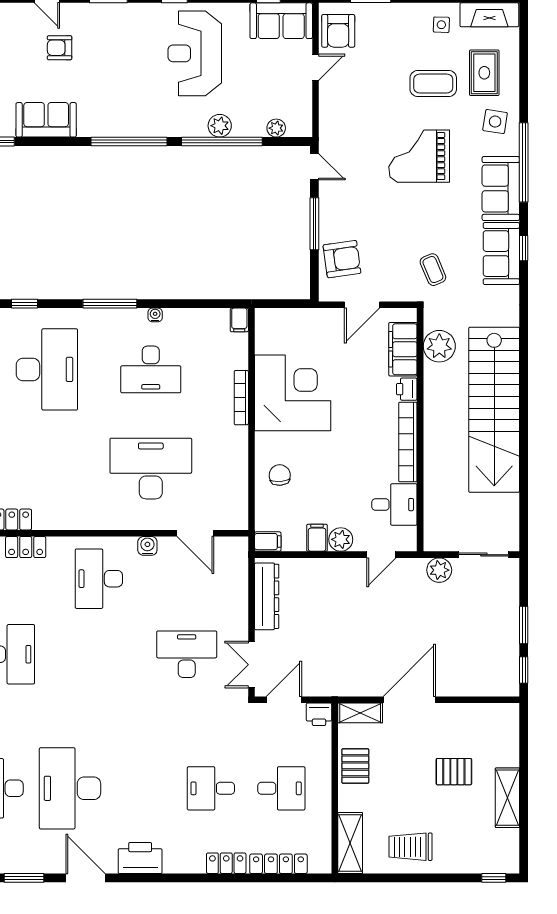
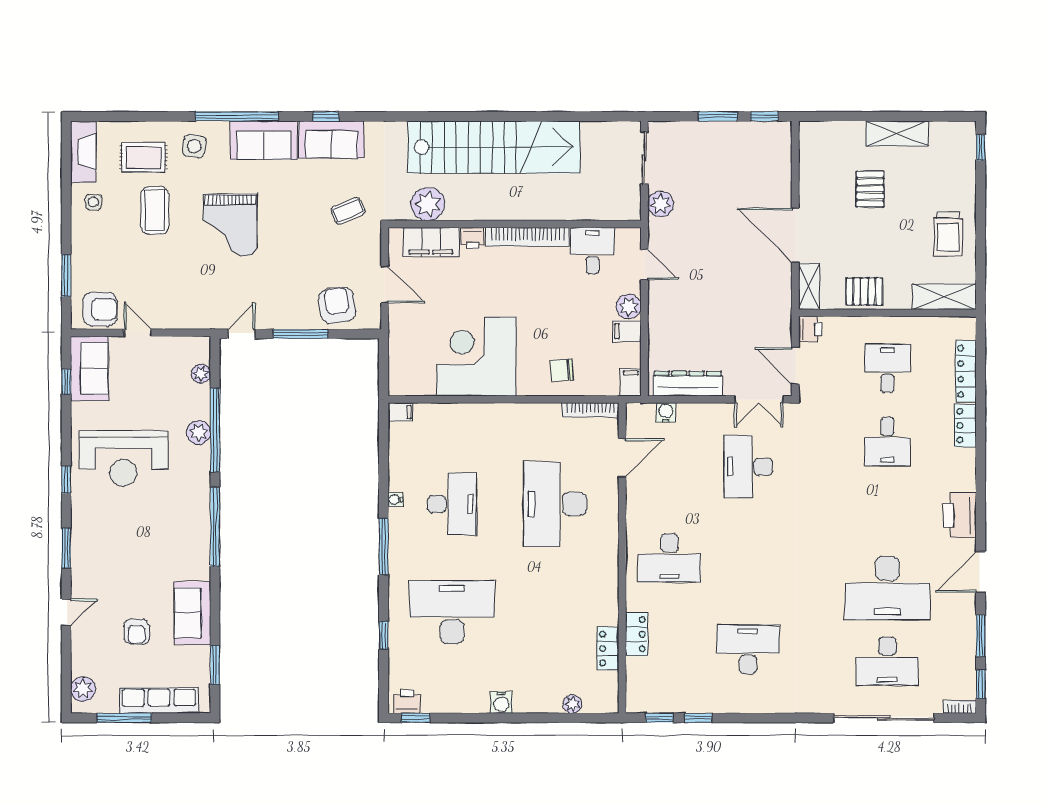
armchair: (60, 48) -> (137, 632), moved
bookcase: (241, 398) -> (591, 410), moved
water cooler: (147, 546) -> (666, 413), moved, turned 90

